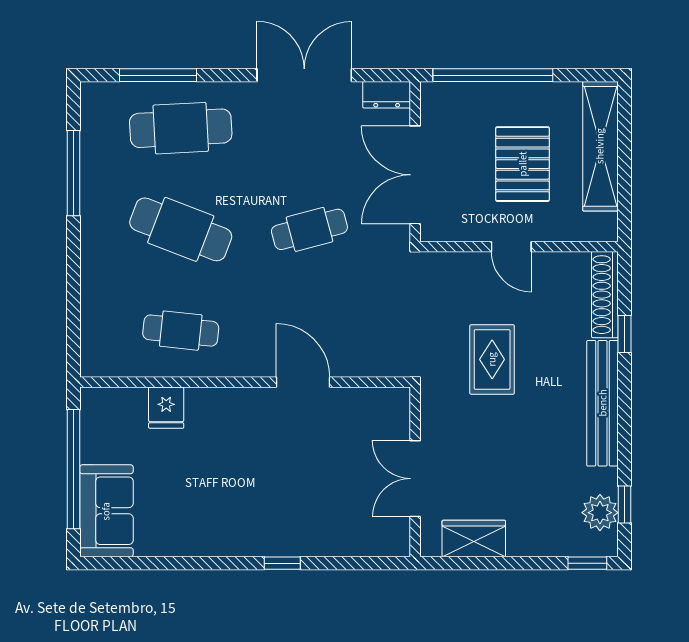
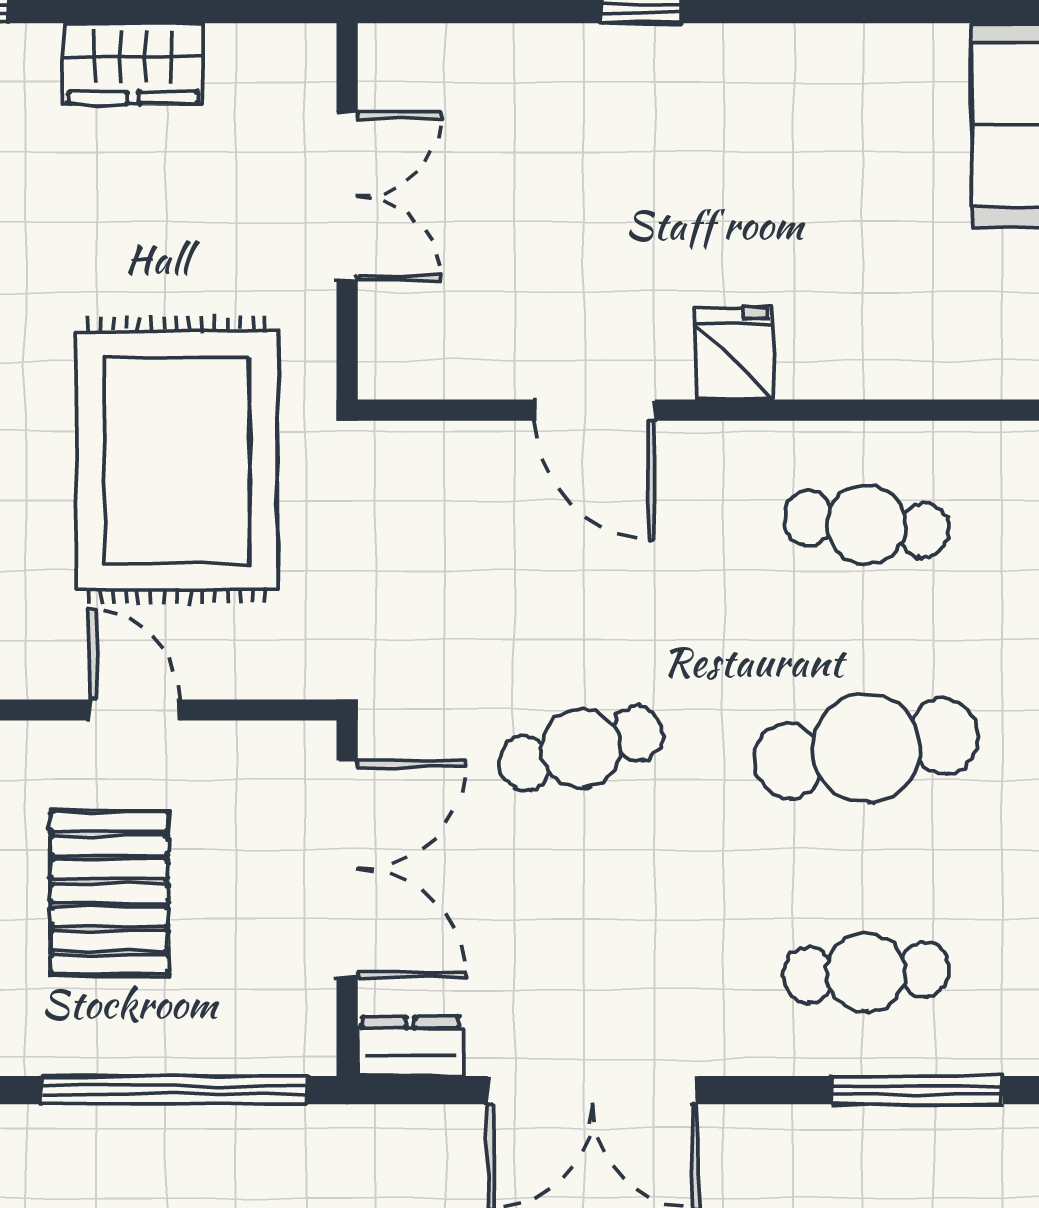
cafe table: (181, 128) -> (866, 972), width x0.73, depth x0.74
cafe table: (181, 229) -> (866, 748), turned -30
rug: (492, 359) -> (177, 460), width x1.86, depth x2.06
fridge: (166, 408) -> (735, 354), moved
wardrobe: (474, 538) -> (133, 64), moved

